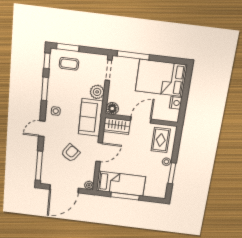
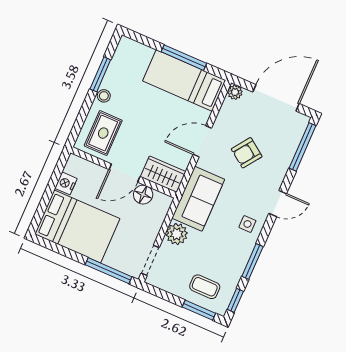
floor lamp: (112, 108) -> (143, 195), moved

